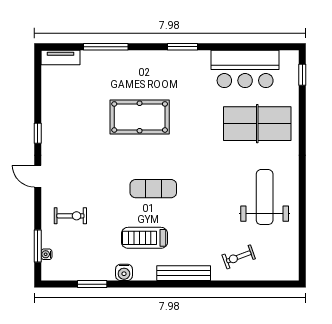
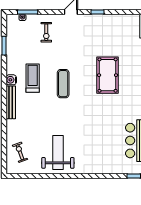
table tennis table: (257, 124) -> (103, 148), removed
weight bench: (265, 197) -> (58, 153), turned -90
exercise bike: (239, 257) -> (20, 152), moved
water cooler: (124, 272) -> (11, 80), moved

